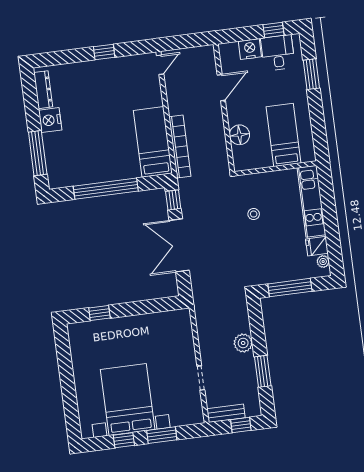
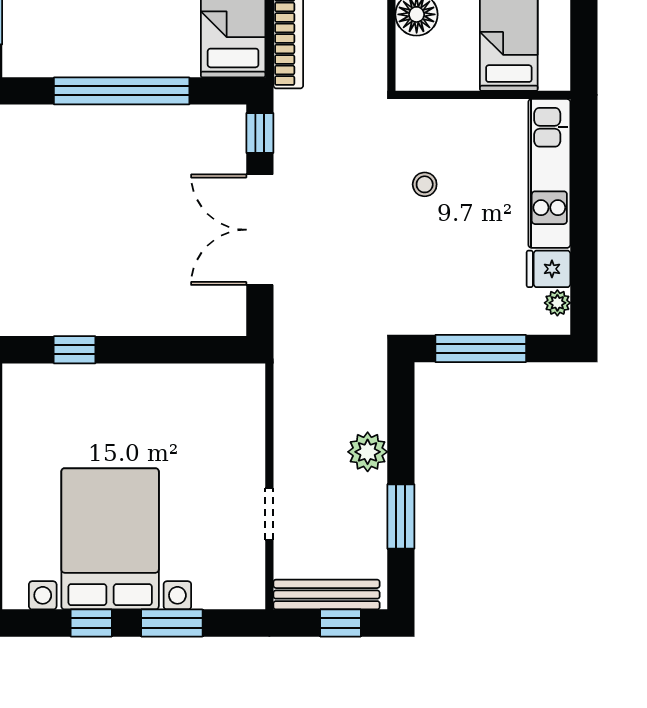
bench: (226, 413) -> (327, 595), width x1.36

